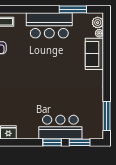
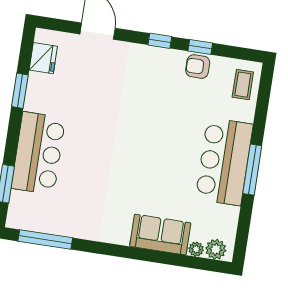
window: (73, 9) -> (252, 170), moved
window: (52, 142) -> (20, 91), moved

